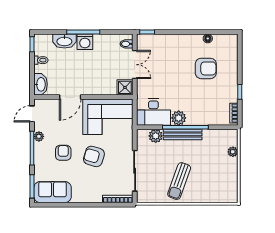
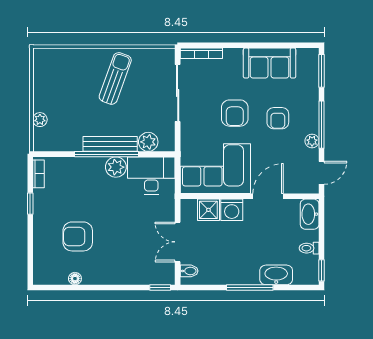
washing machine: (85, 42) -> (232, 210), moved, turned 180
shower: (125, 87) -> (208, 210), moved
armchair: (94, 156) -> (235, 113), turned 73
sofa: (53, 192) -> (270, 63), moved

